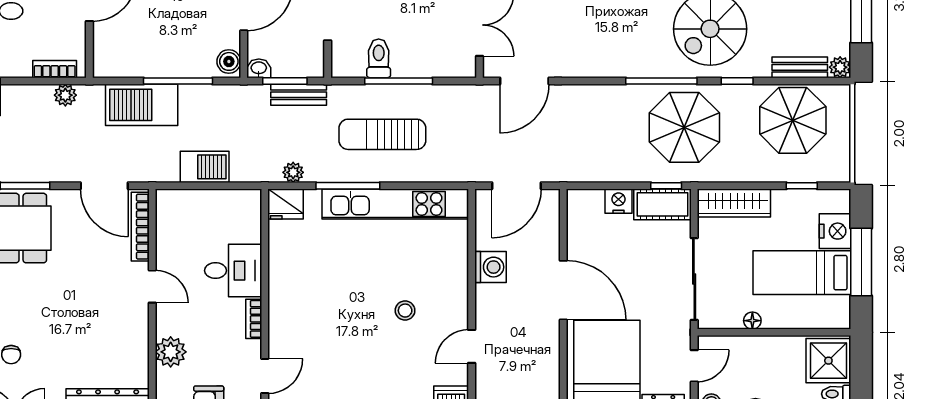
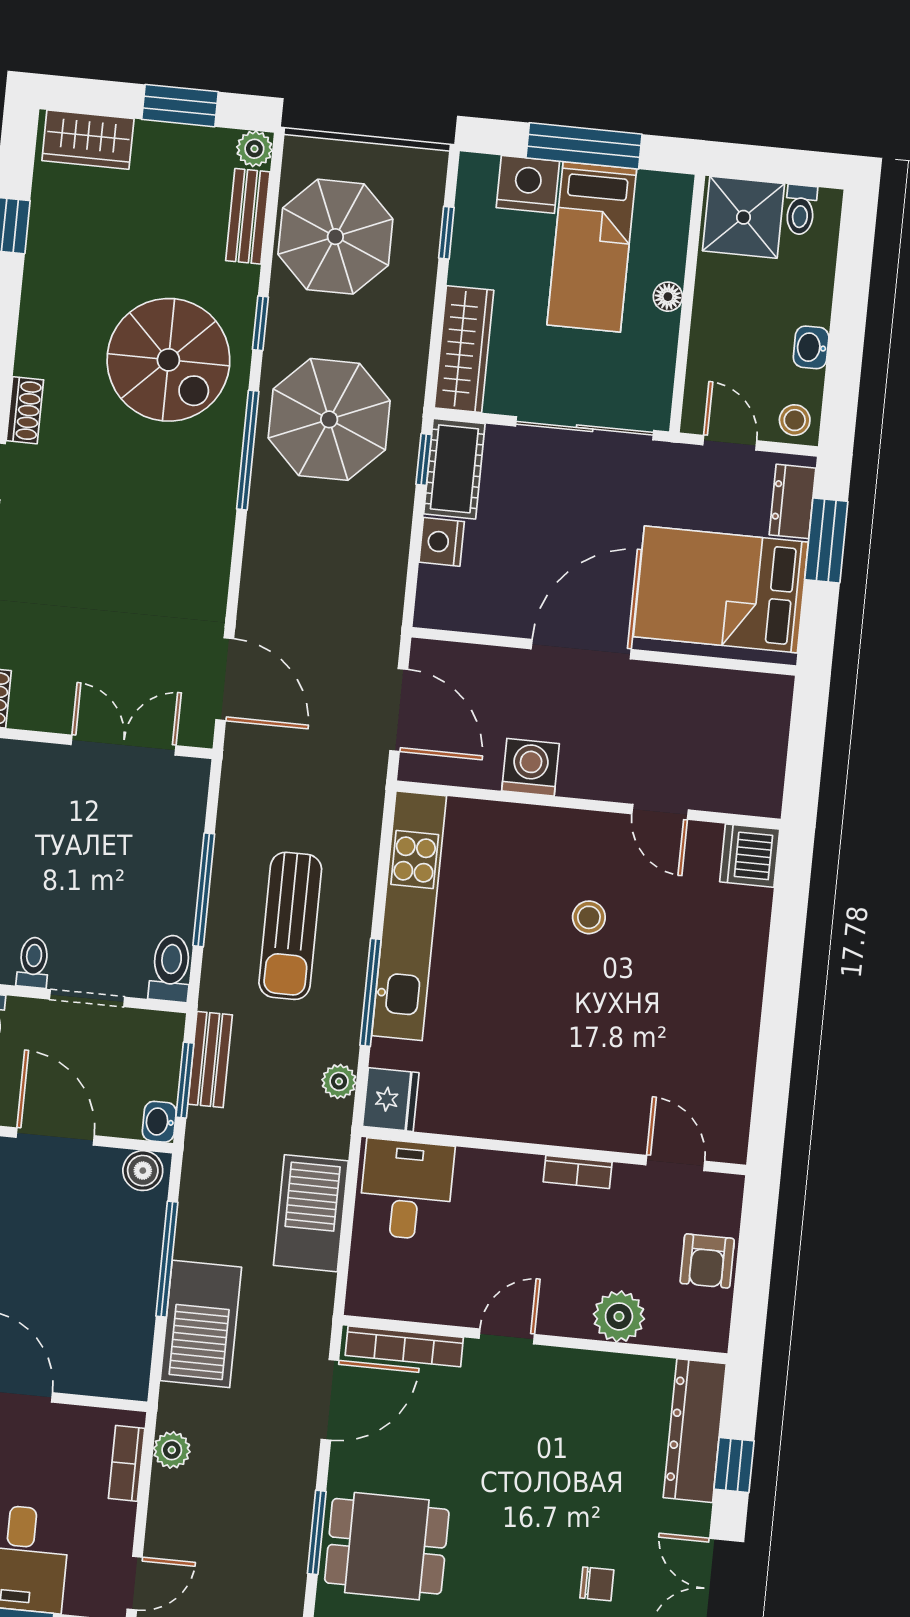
toilet: (379, 58) -> (171, 968), moved, turned 90
barbecue: (205, 167) -> (311, 1213), width x1.37, depth x1.21
desk: (233, 271) -> (406, 1190), moved
floor lamp: (752, 321) -> (668, 297), moved

